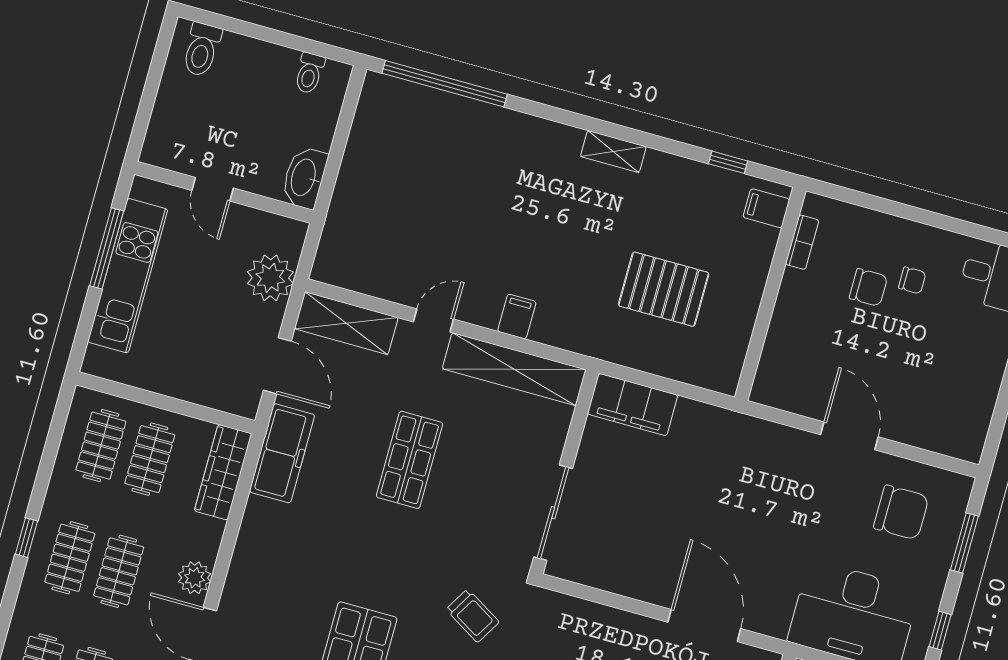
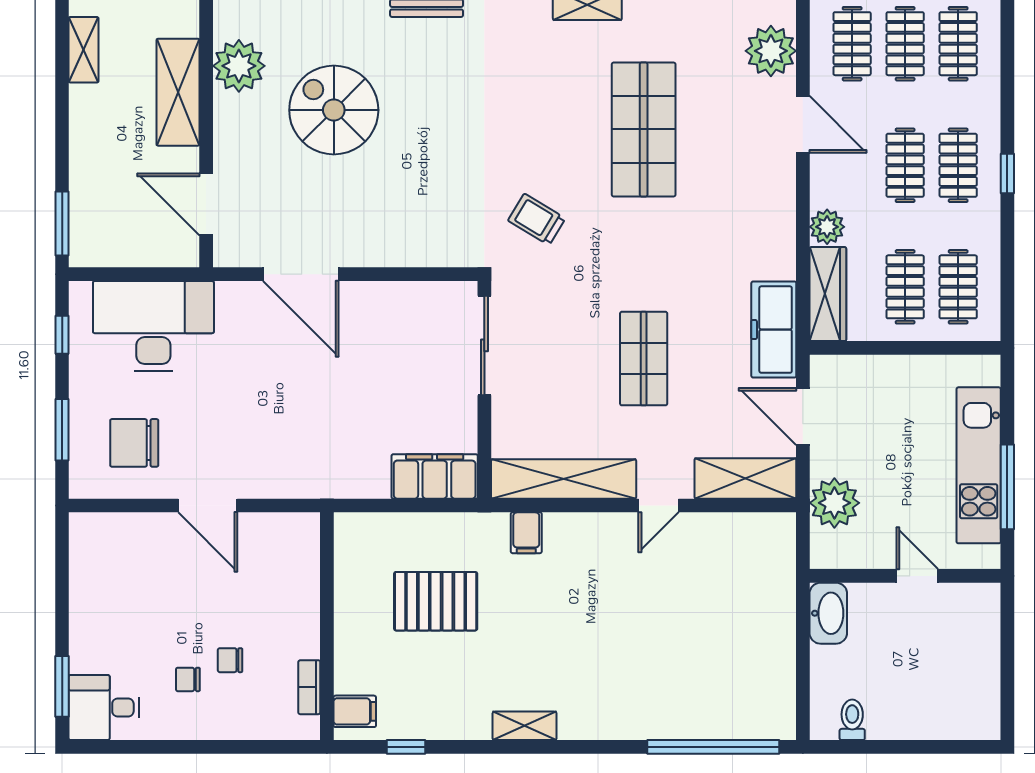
toilet: (202, 50) -> (967, 713), removed
chair: (868, 287) -> (230, 660), width x0.73, depth x0.73
filing cabinet: (517, 316) -> (526, 533), moved
plant: (195, 578) -> (827, 227), moved

